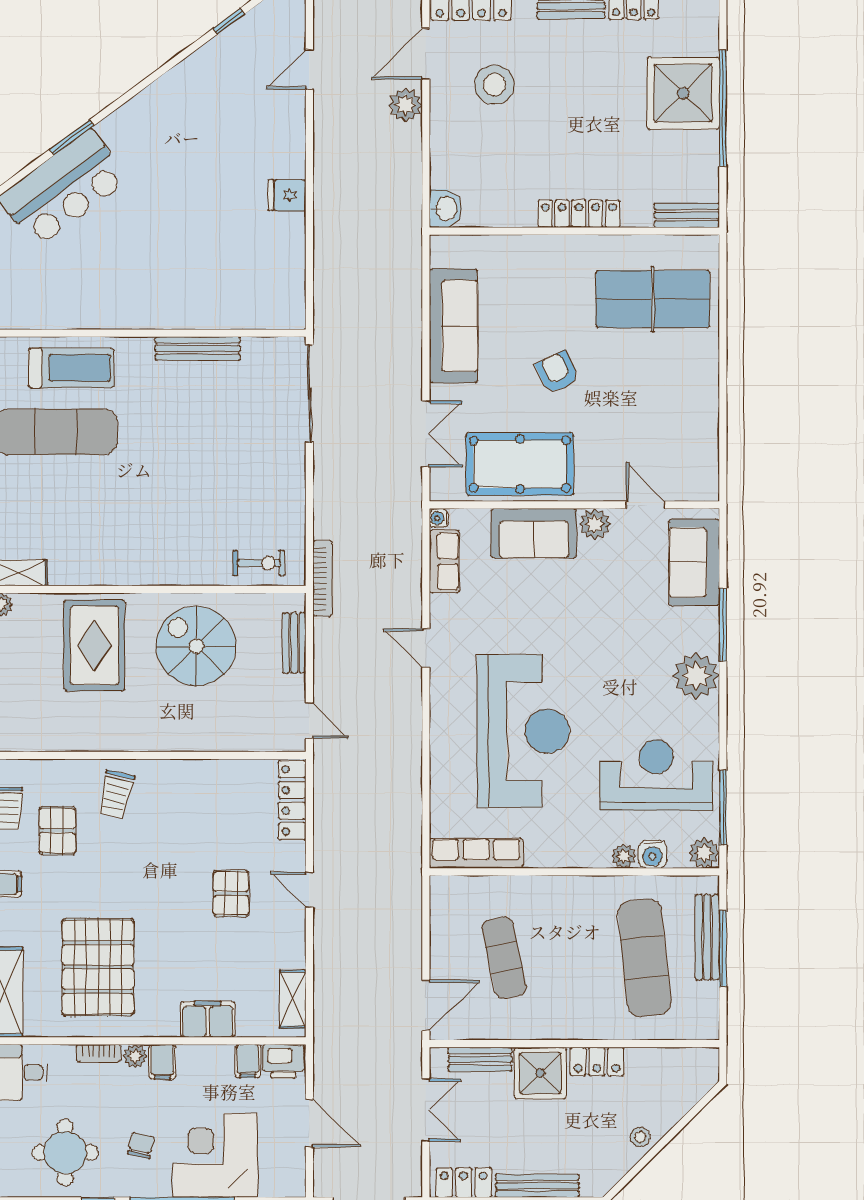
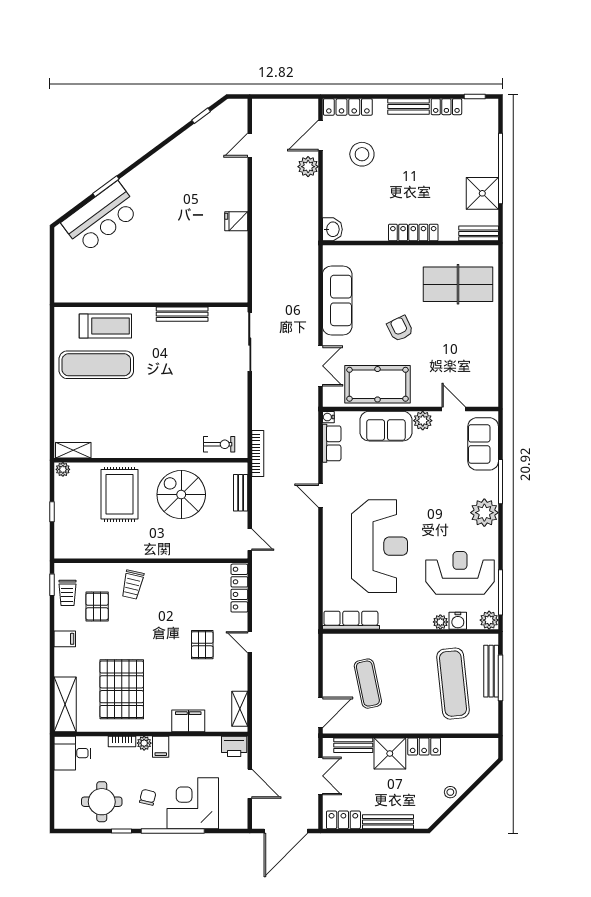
shower: (683, 93) -> (482, 193), moved, width x0.73, depth x0.73
filing cabinet: (248, 1061) -> (212, 746), removed

